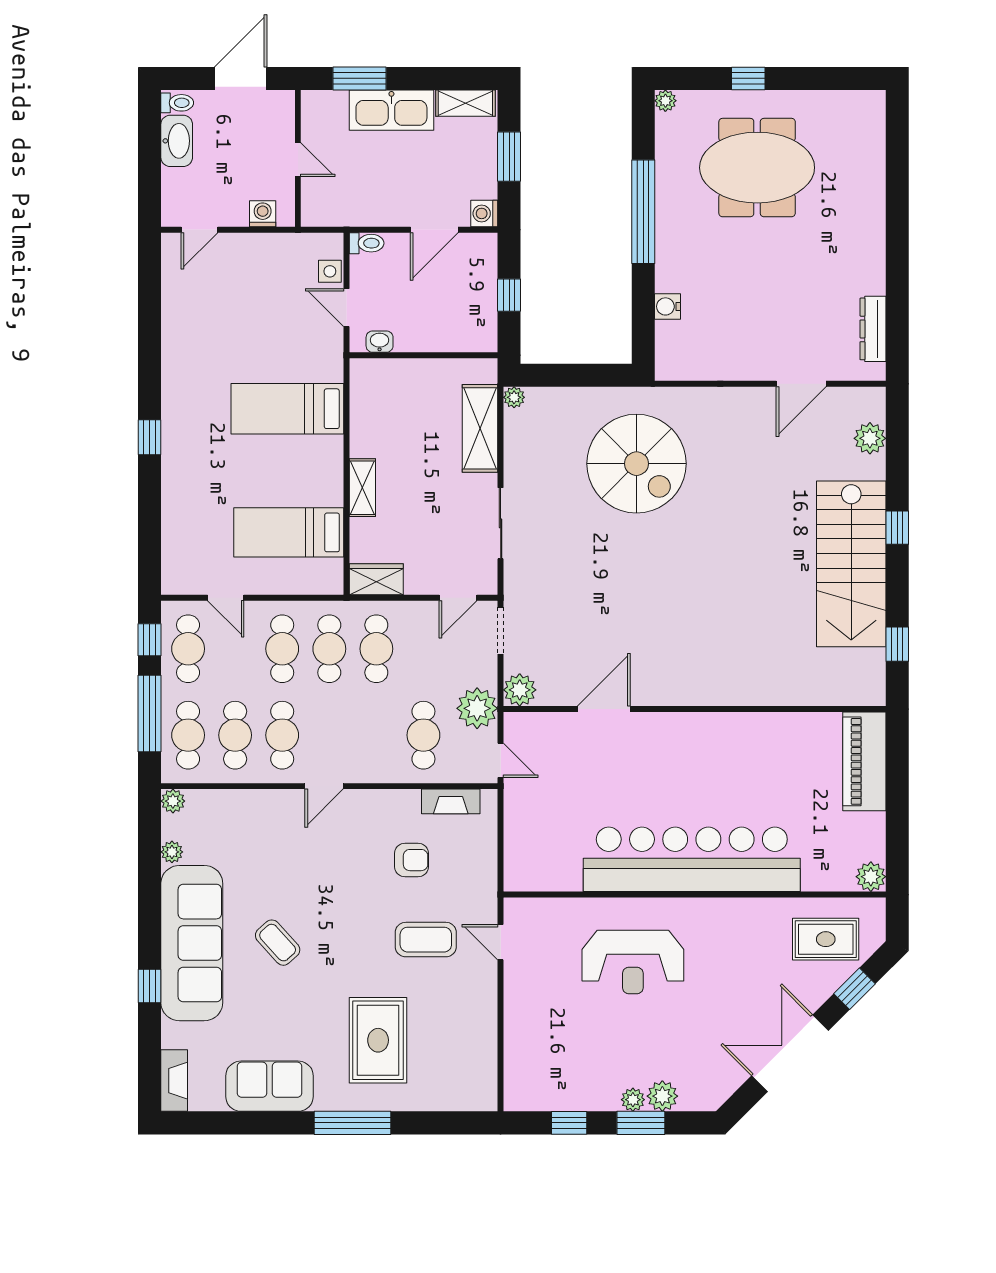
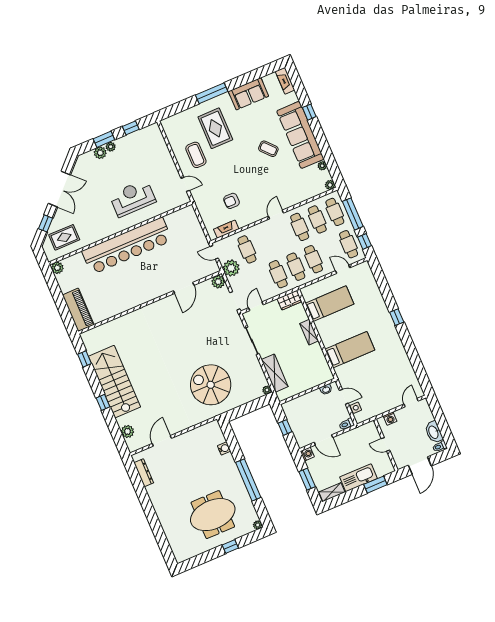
door: (434, 230) -> (323, 440), swing flipped
coffee table: (426, 940) -> (196, 155), moved, turned 90

